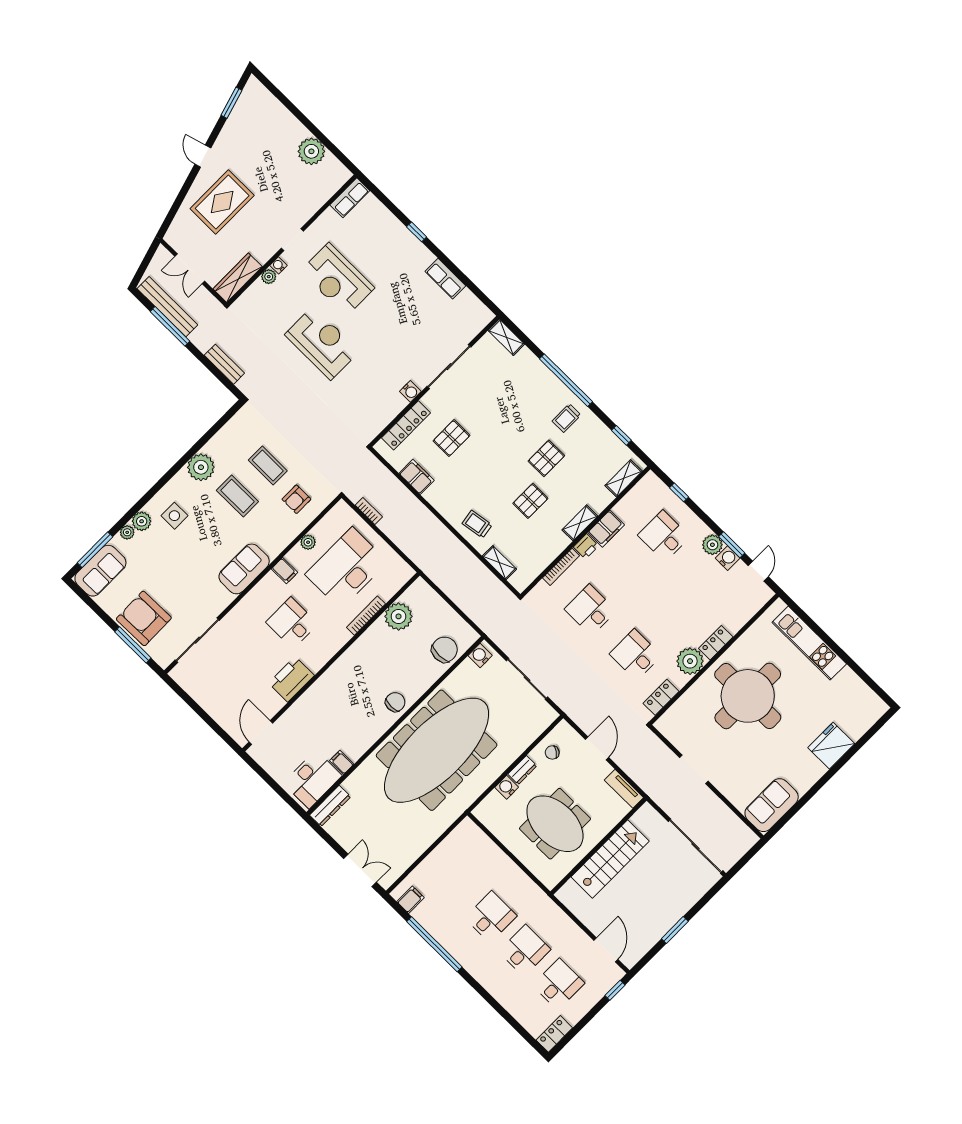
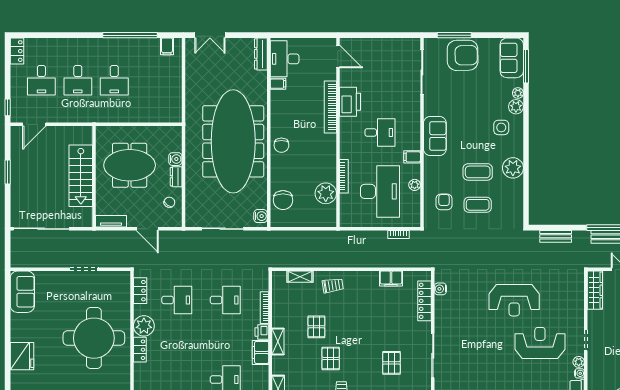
water cooler: (279, 265) -> (579, 373), moved
plant: (269, 277) -> (579, 362), moved
water cooler: (410, 391) -> (440, 289), moved
pallet: (452, 438) -> (391, 363), moved
bookcase: (314, 693) -> (330, 107), added
door: (606, 950) -> (34, 124), hinge flipped

